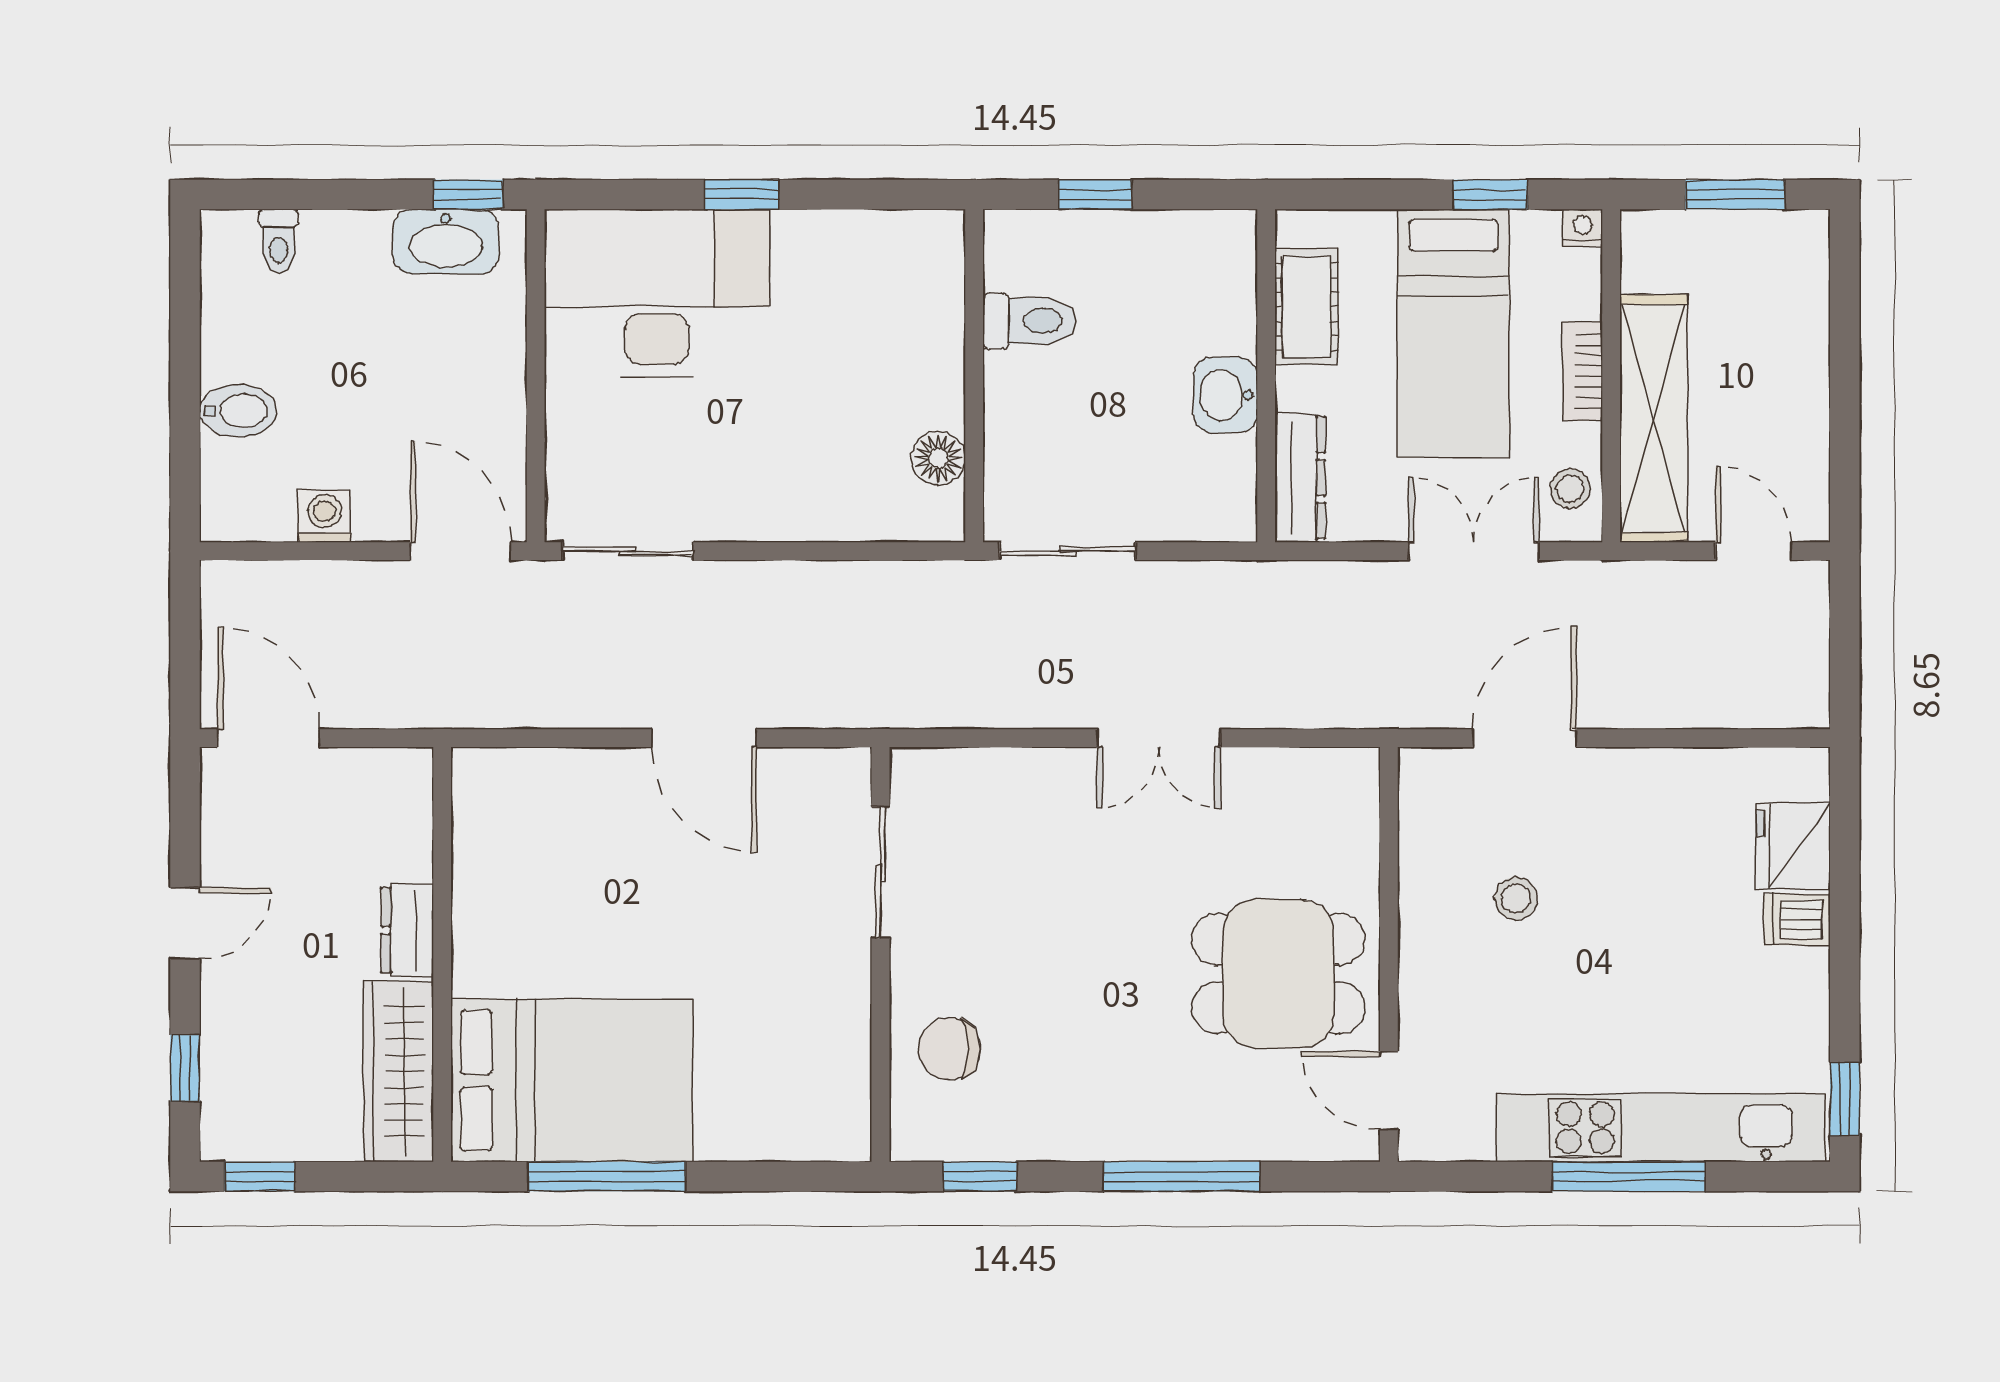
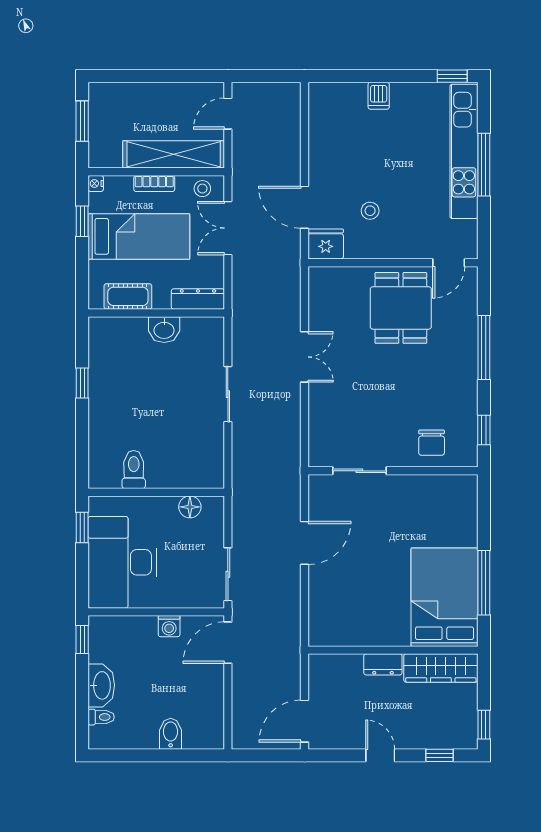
washbasin: (446, 242) -> (101, 685), moved
toilet: (1030, 321) -> (134, 470), moved
wall: (974, 376) -> (156, 492), moved
floor lamp: (938, 458) -> (190, 507), moved
washing machine: (325, 516) -> (169, 626), moved, turned -90
fridge: (1793, 846) -> (326, 244), moved, turned 180

